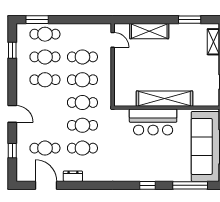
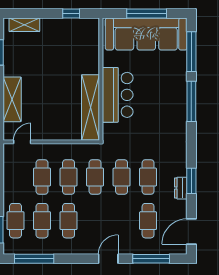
window: (12, 50) -> (34, 259), width x2.17
shelving: (165, 99) -> (90, 107), moved
window: (12, 151) -> (151, 259), width x2.17
door: (46, 185) -> (191, 232), moved
window: (79, 185) -> (191, 181), added
window: (148, 185) -> (191, 101), width x2.17

